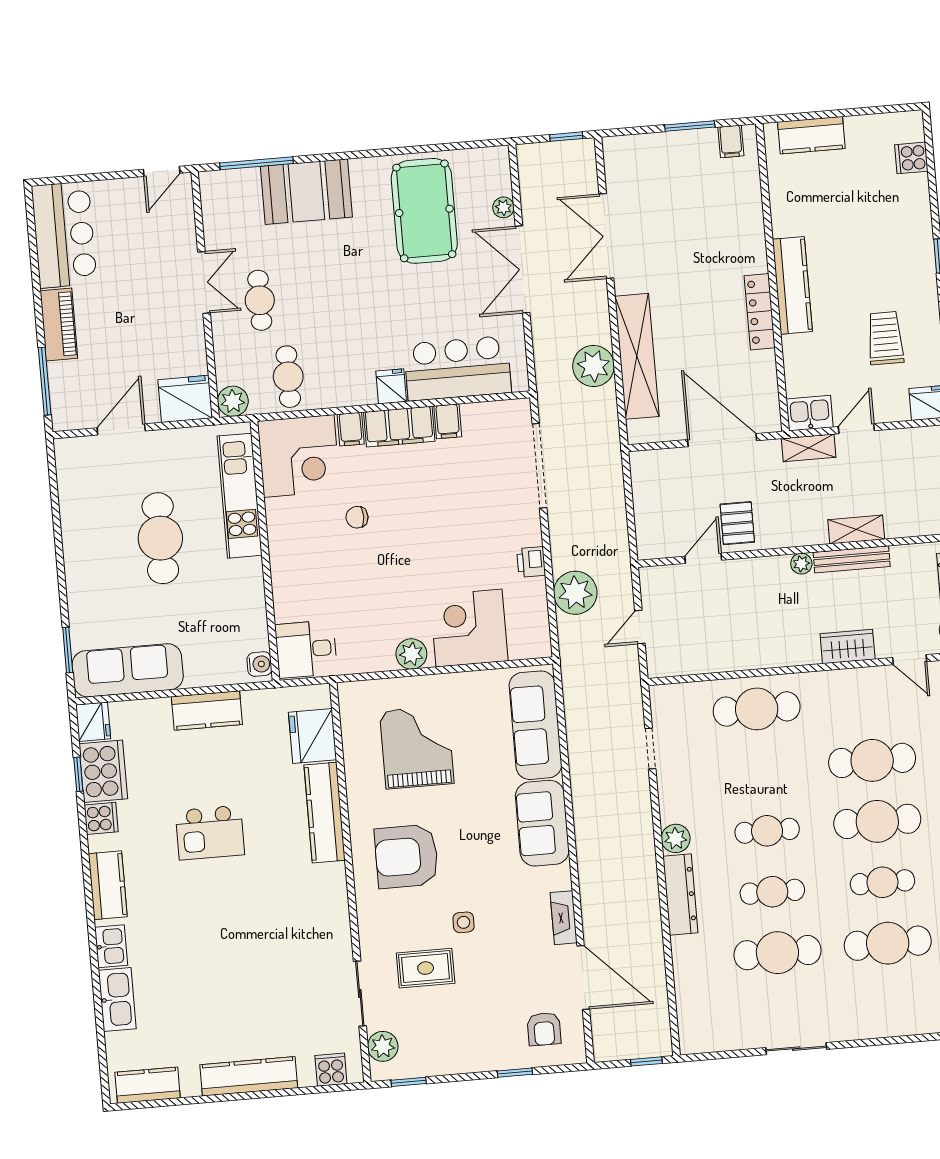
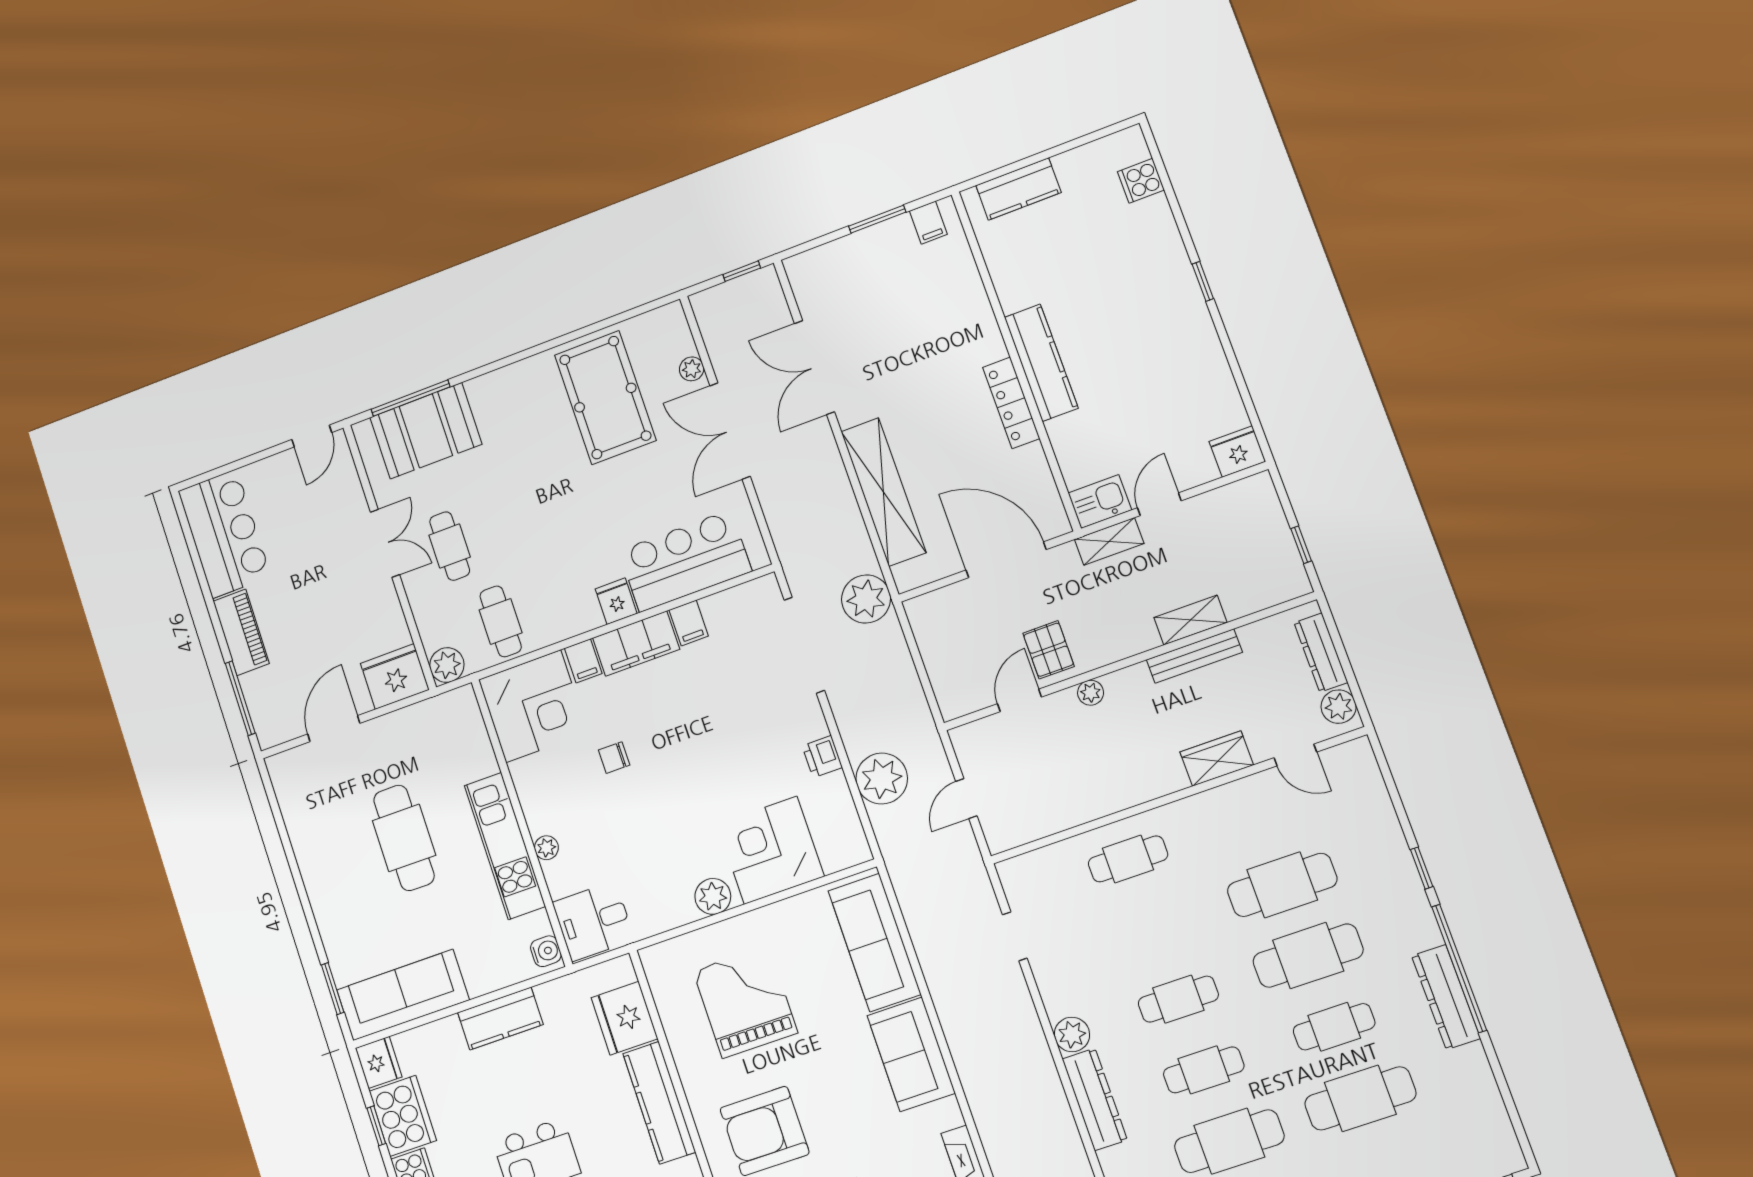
booth: (306, 192) -> (426, 431), moved
trolley: (885, 338) -> (1166, 392), removed
plant: (593, 366) -> (866, 599), moved
kitchen unit: (240, 496) -> (505, 846), moved
plant: (801, 564) -> (1091, 693), moved
plant: (281, 578) -> (546, 848), added
cafe table: (757, 709) -> (1128, 859), width x0.73, depth x0.74

